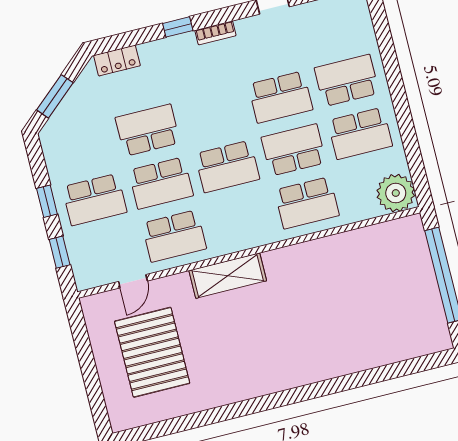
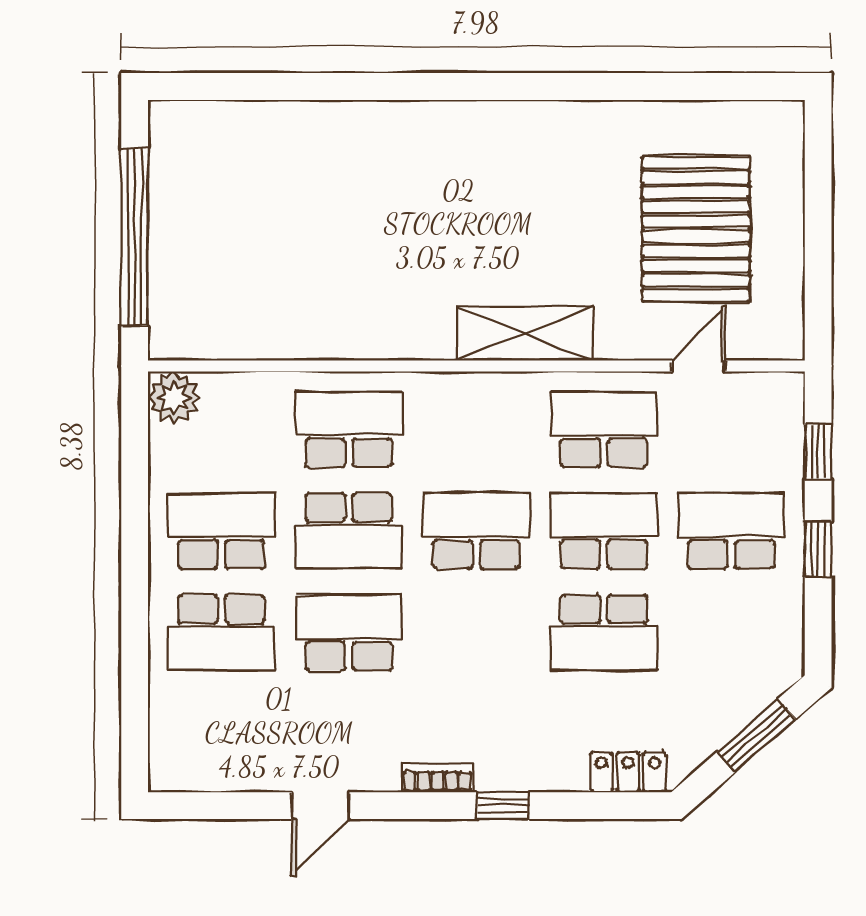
plant: (396, 193) -> (174, 397), width x0.73, depth x0.73

